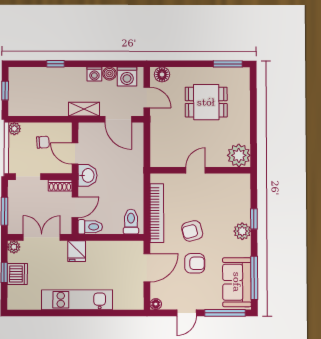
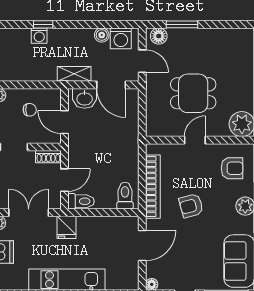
window: (228, 64) -> (182, 24), moved
washing machine: (94, 74) -> (39, 36), moved
dining table: (206, 102) -> (193, 93), moved
washbasin: (87, 175) -> (85, 98), moved, turned 90
armchair: (195, 263) -> (232, 168), moved

